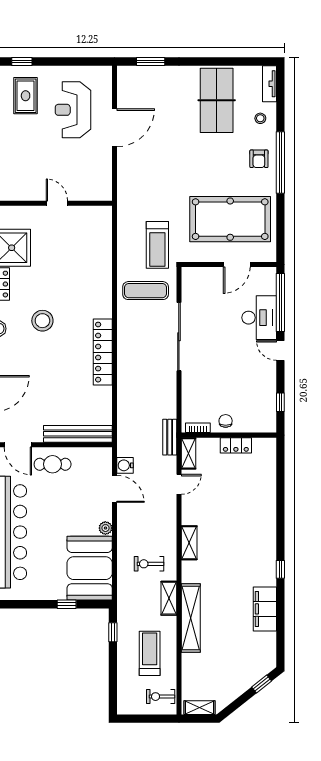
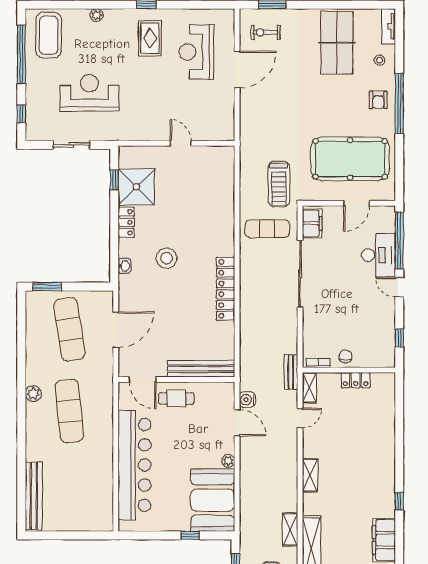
filing cabinet: (191, 285) -> (312, 223), added
exercise bike: (149, 564) -> (266, 32), moved

